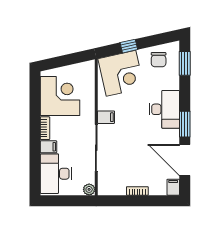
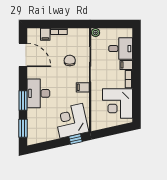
window: (129, 46) -> (76, 139), moved
chair: (159, 60) -> (70, 61), moved
window: (185, 124) -> (23, 100), moved
desk: (56, 174) -> (121, 49), width x0.73
filing cabinet: (173, 187) -> (45, 34), moved

